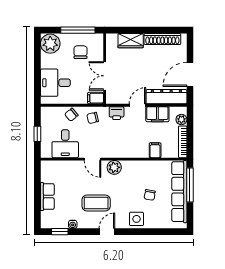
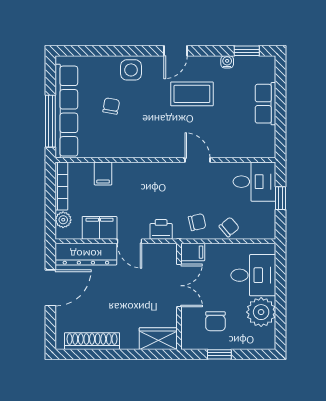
window: (78, 30) -> (219, 354), width x0.46
wardrobe: (131, 41) -> (158, 339), moved
plant: (50, 44) -> (261, 312), moved
door: (137, 105) -> (130, 241), hinge flipped
desk: (65, 144) -> (254, 182), moved, turned 90
plant: (114, 167) -> (165, 148), removed

